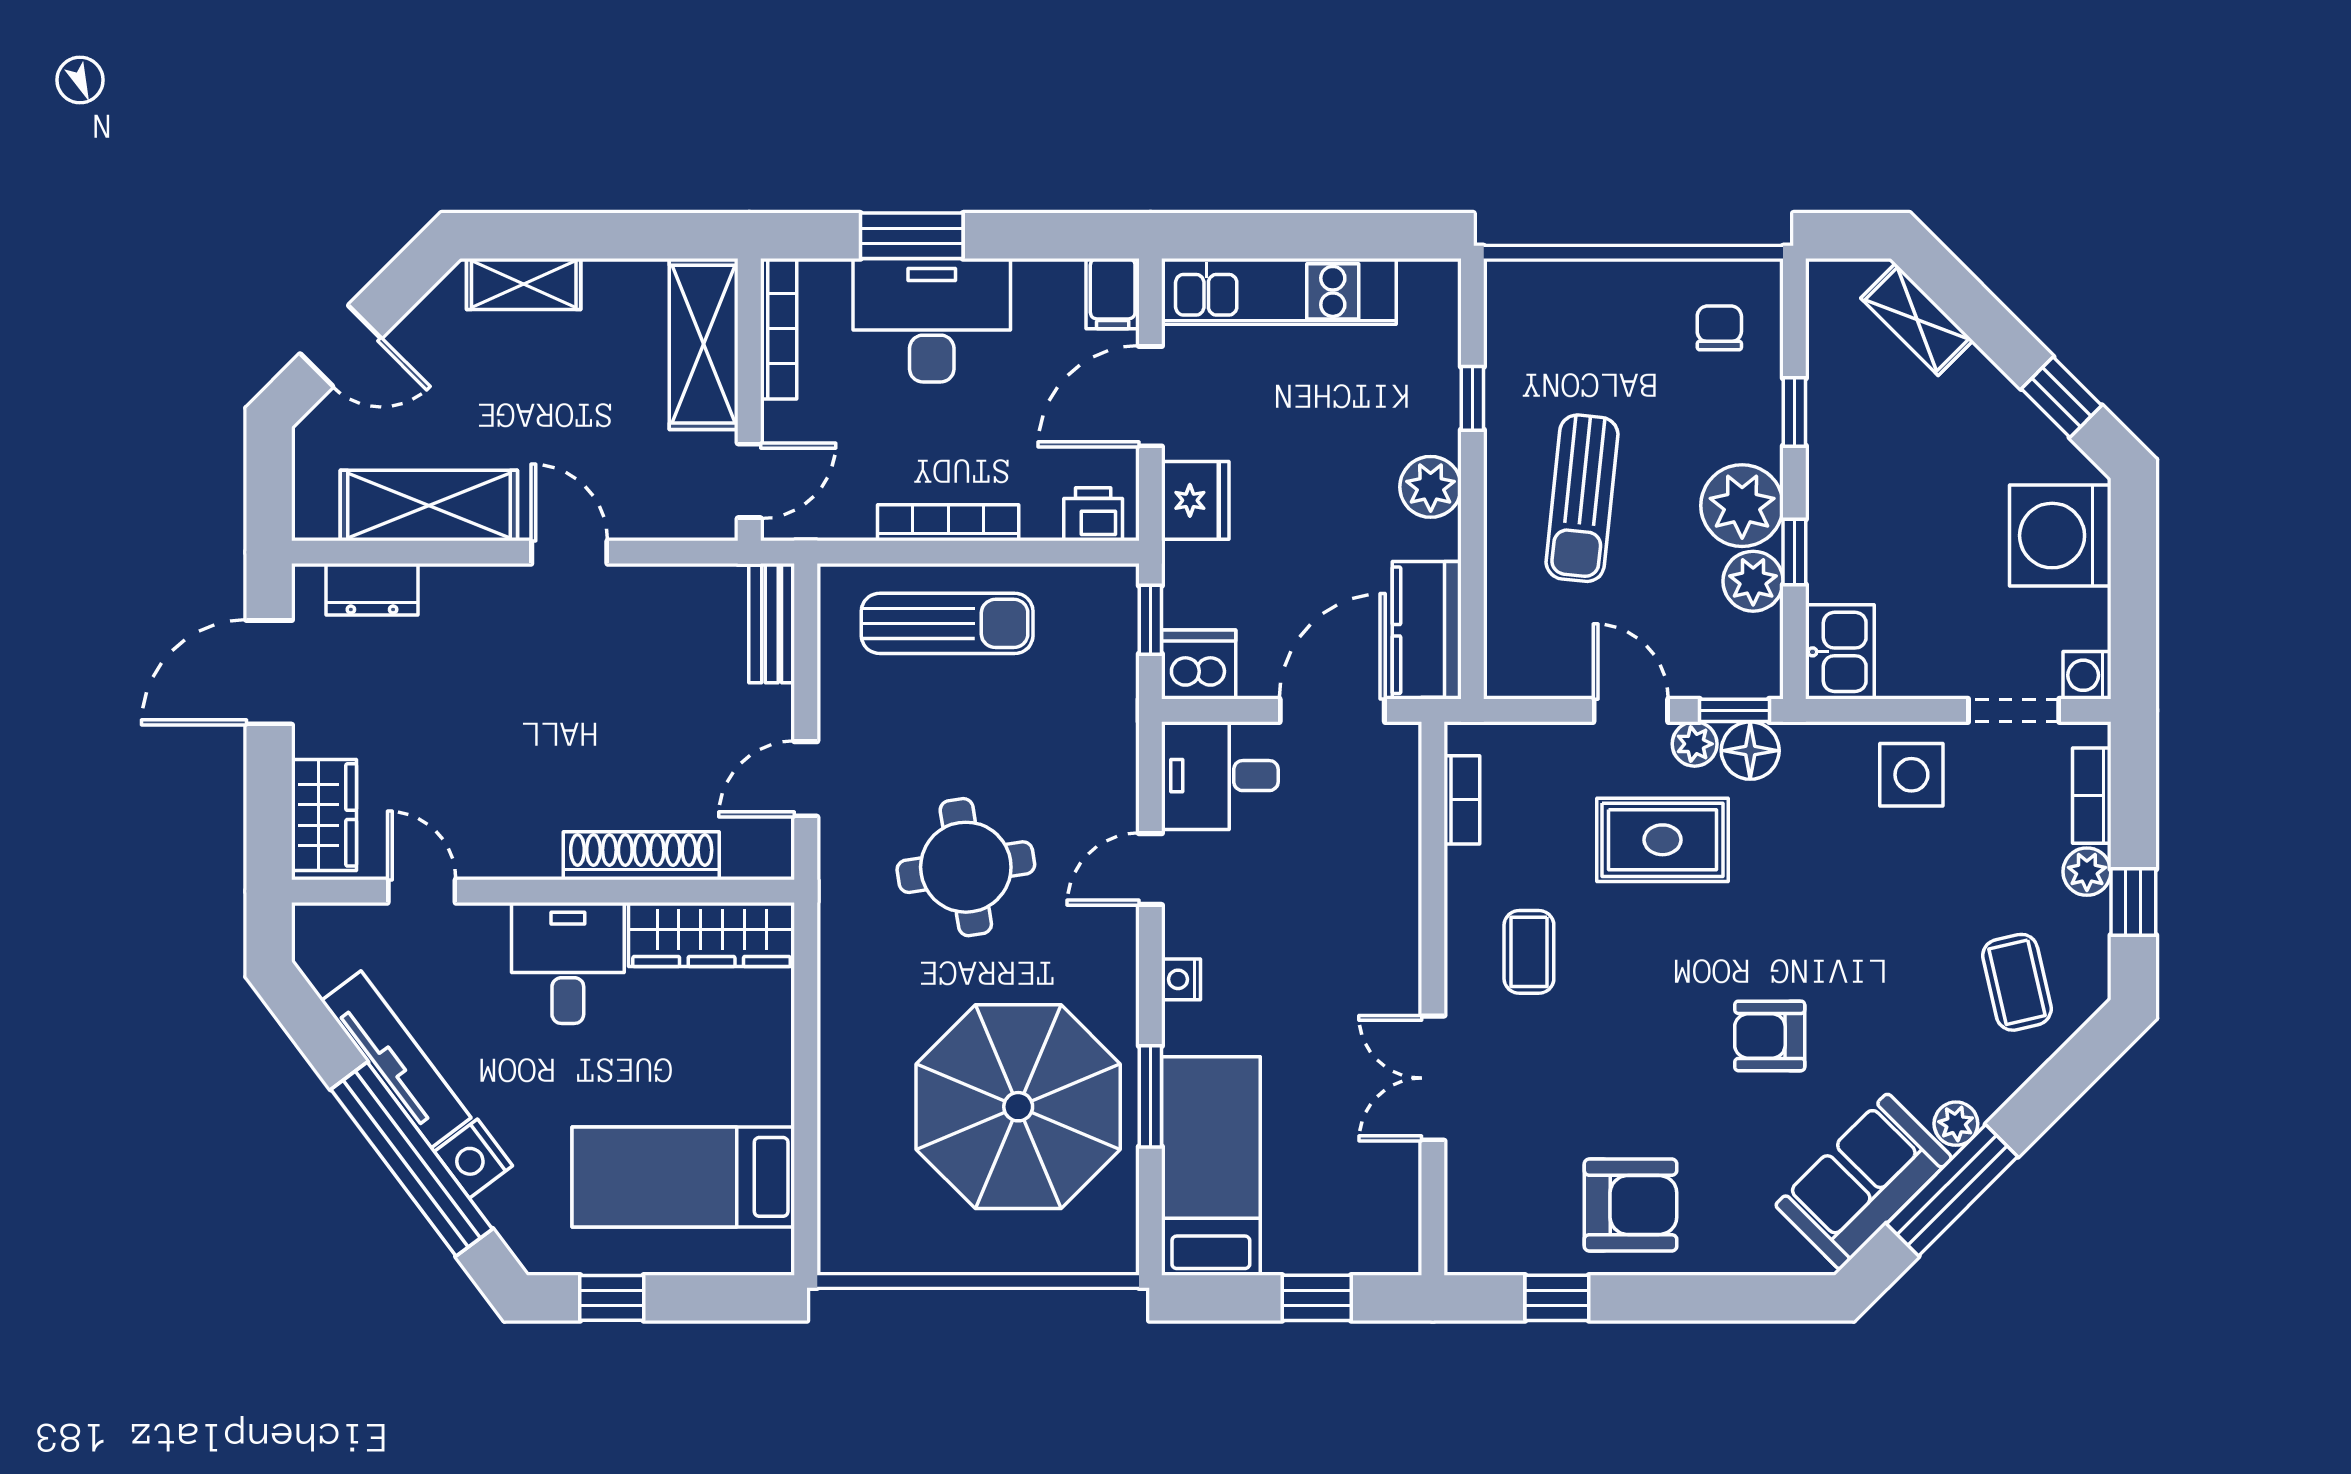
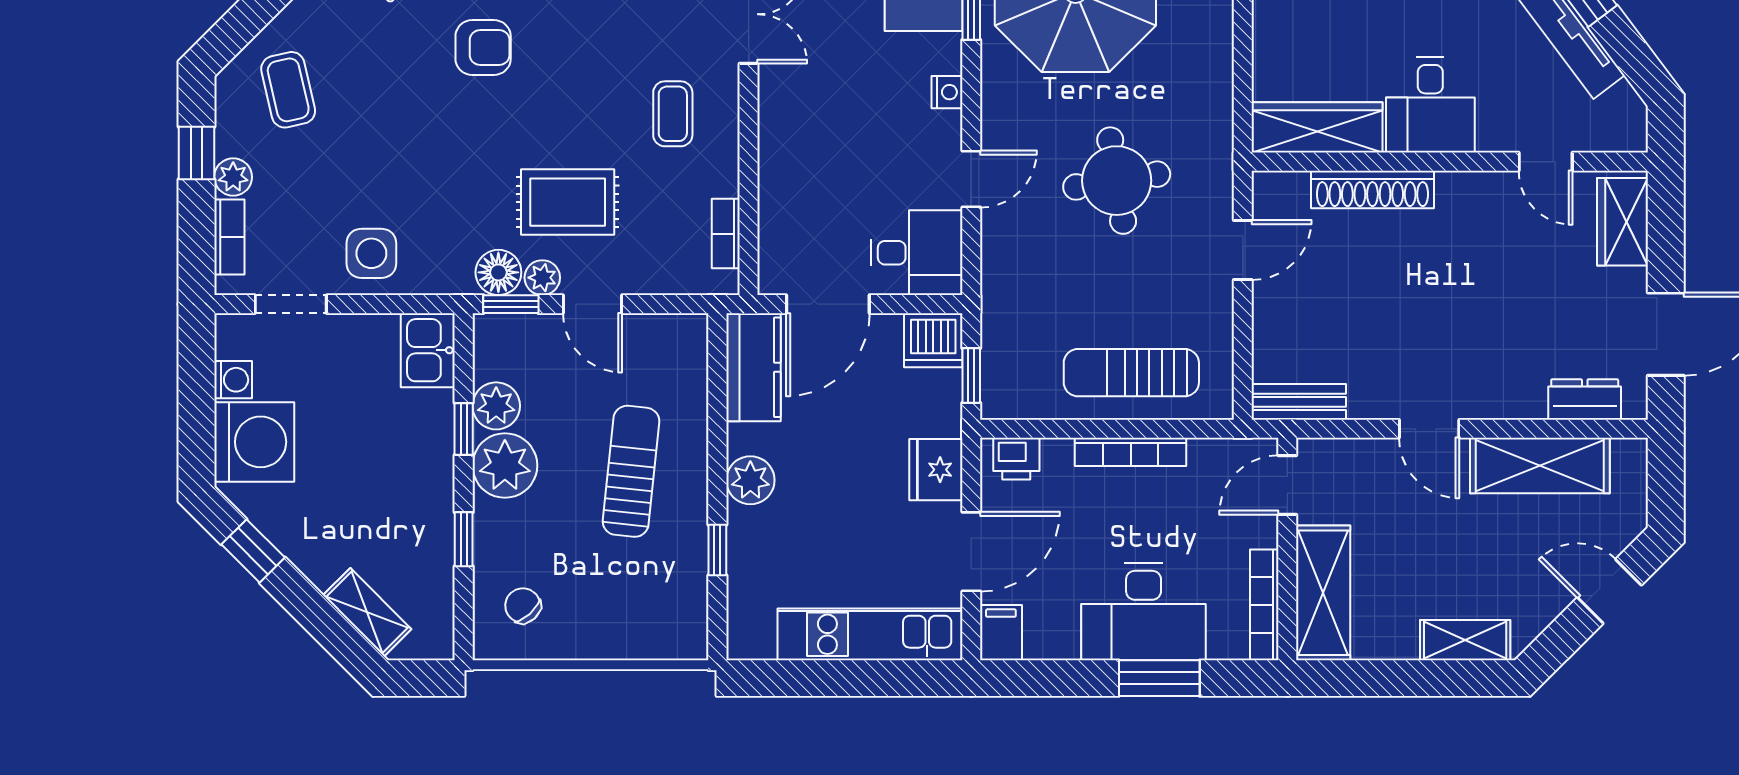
chair: (1719, 328) -> (523, 606), turned 138
bench: (772, 623) -> (1299, 402), moved, turned 90
washing machine: (2087, 675) -> (233, 380), moved

